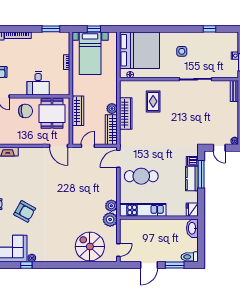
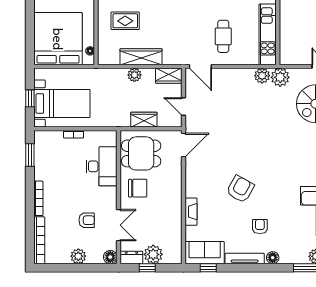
desk: (38, 83) -> (102, 166), width x1.37
chair: (26, 111) -> (138, 188), turned 94
wardrobe: (78, 111) -> (144, 120), width x0.67
wardrobe: (111, 130) -> (169, 76), width x0.67
cafe table: (141, 176) -> (223, 36), width x0.73, depth x0.74
armchair: (25, 211) -> (240, 189), moved

